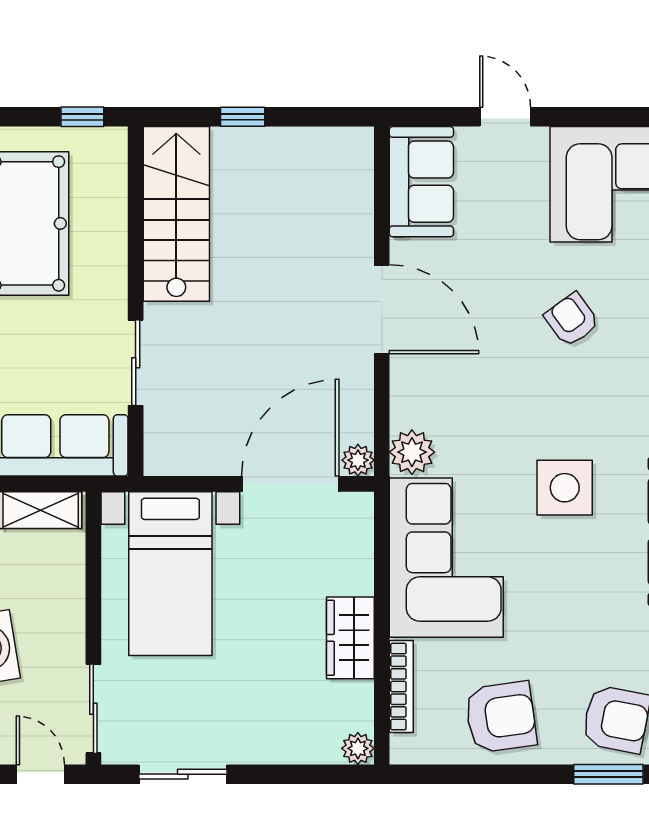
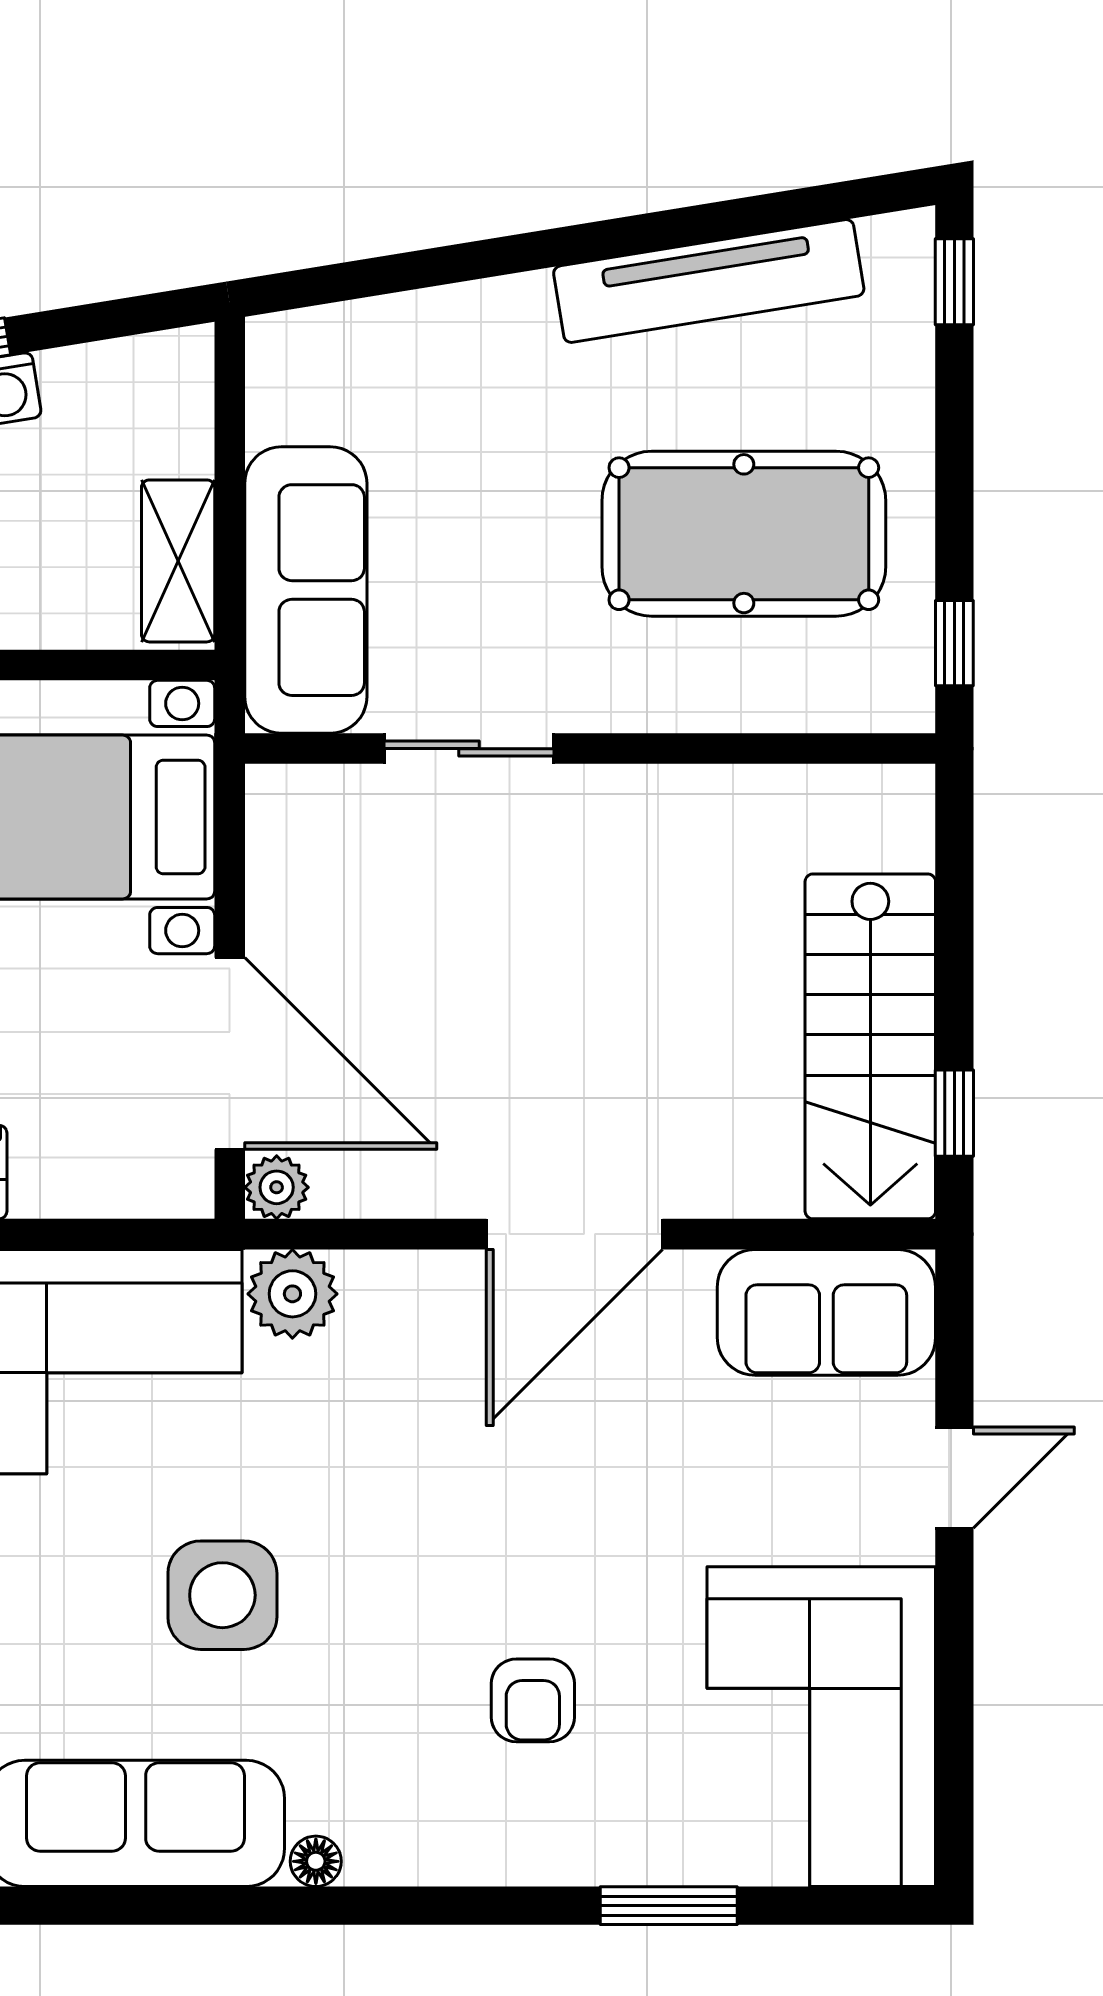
window: (243, 117) -> (954, 1113), moved
stairs: (176, 214) -> (870, 1046), moved, turned 90
armchair: (572, 320) -> (533, 1700), moved, turned 126

